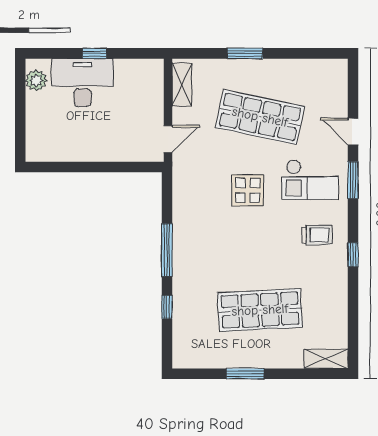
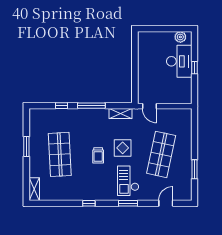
window: (245, 53) -> (195, 169), moved
shelving: (182, 85) -> (121, 113), moved
door: (353, 132) -> (166, 203), moved
trolley: (317, 235) -> (98, 155), moved

